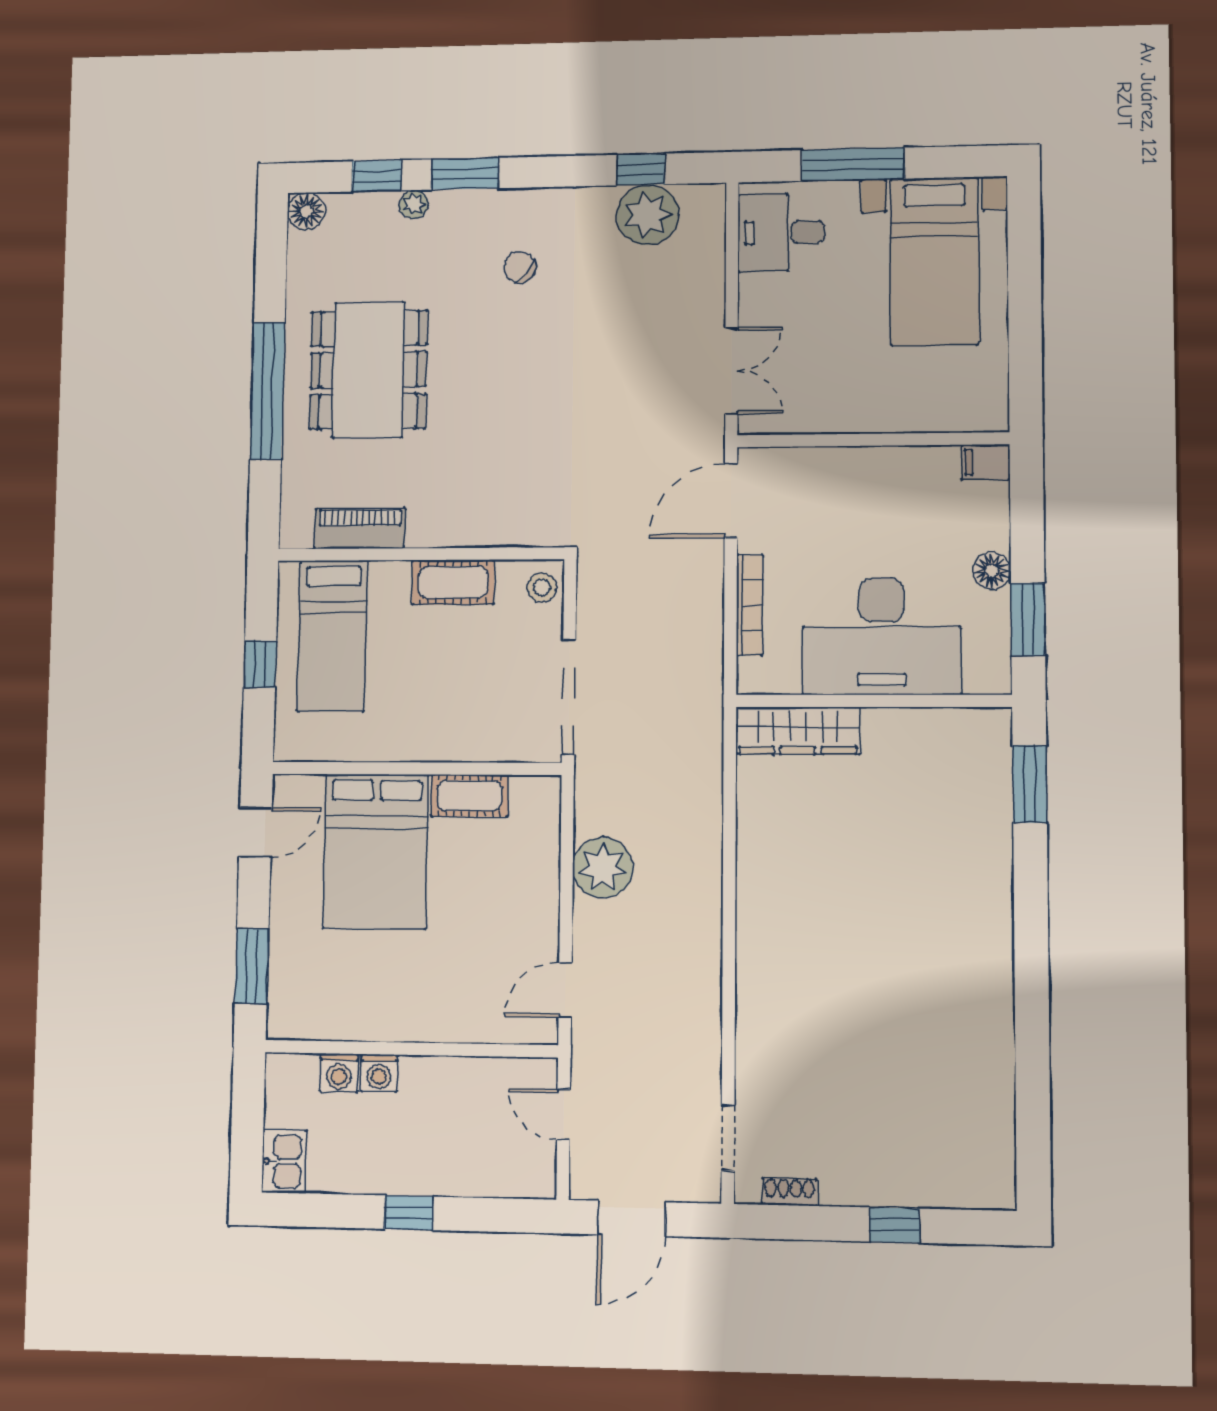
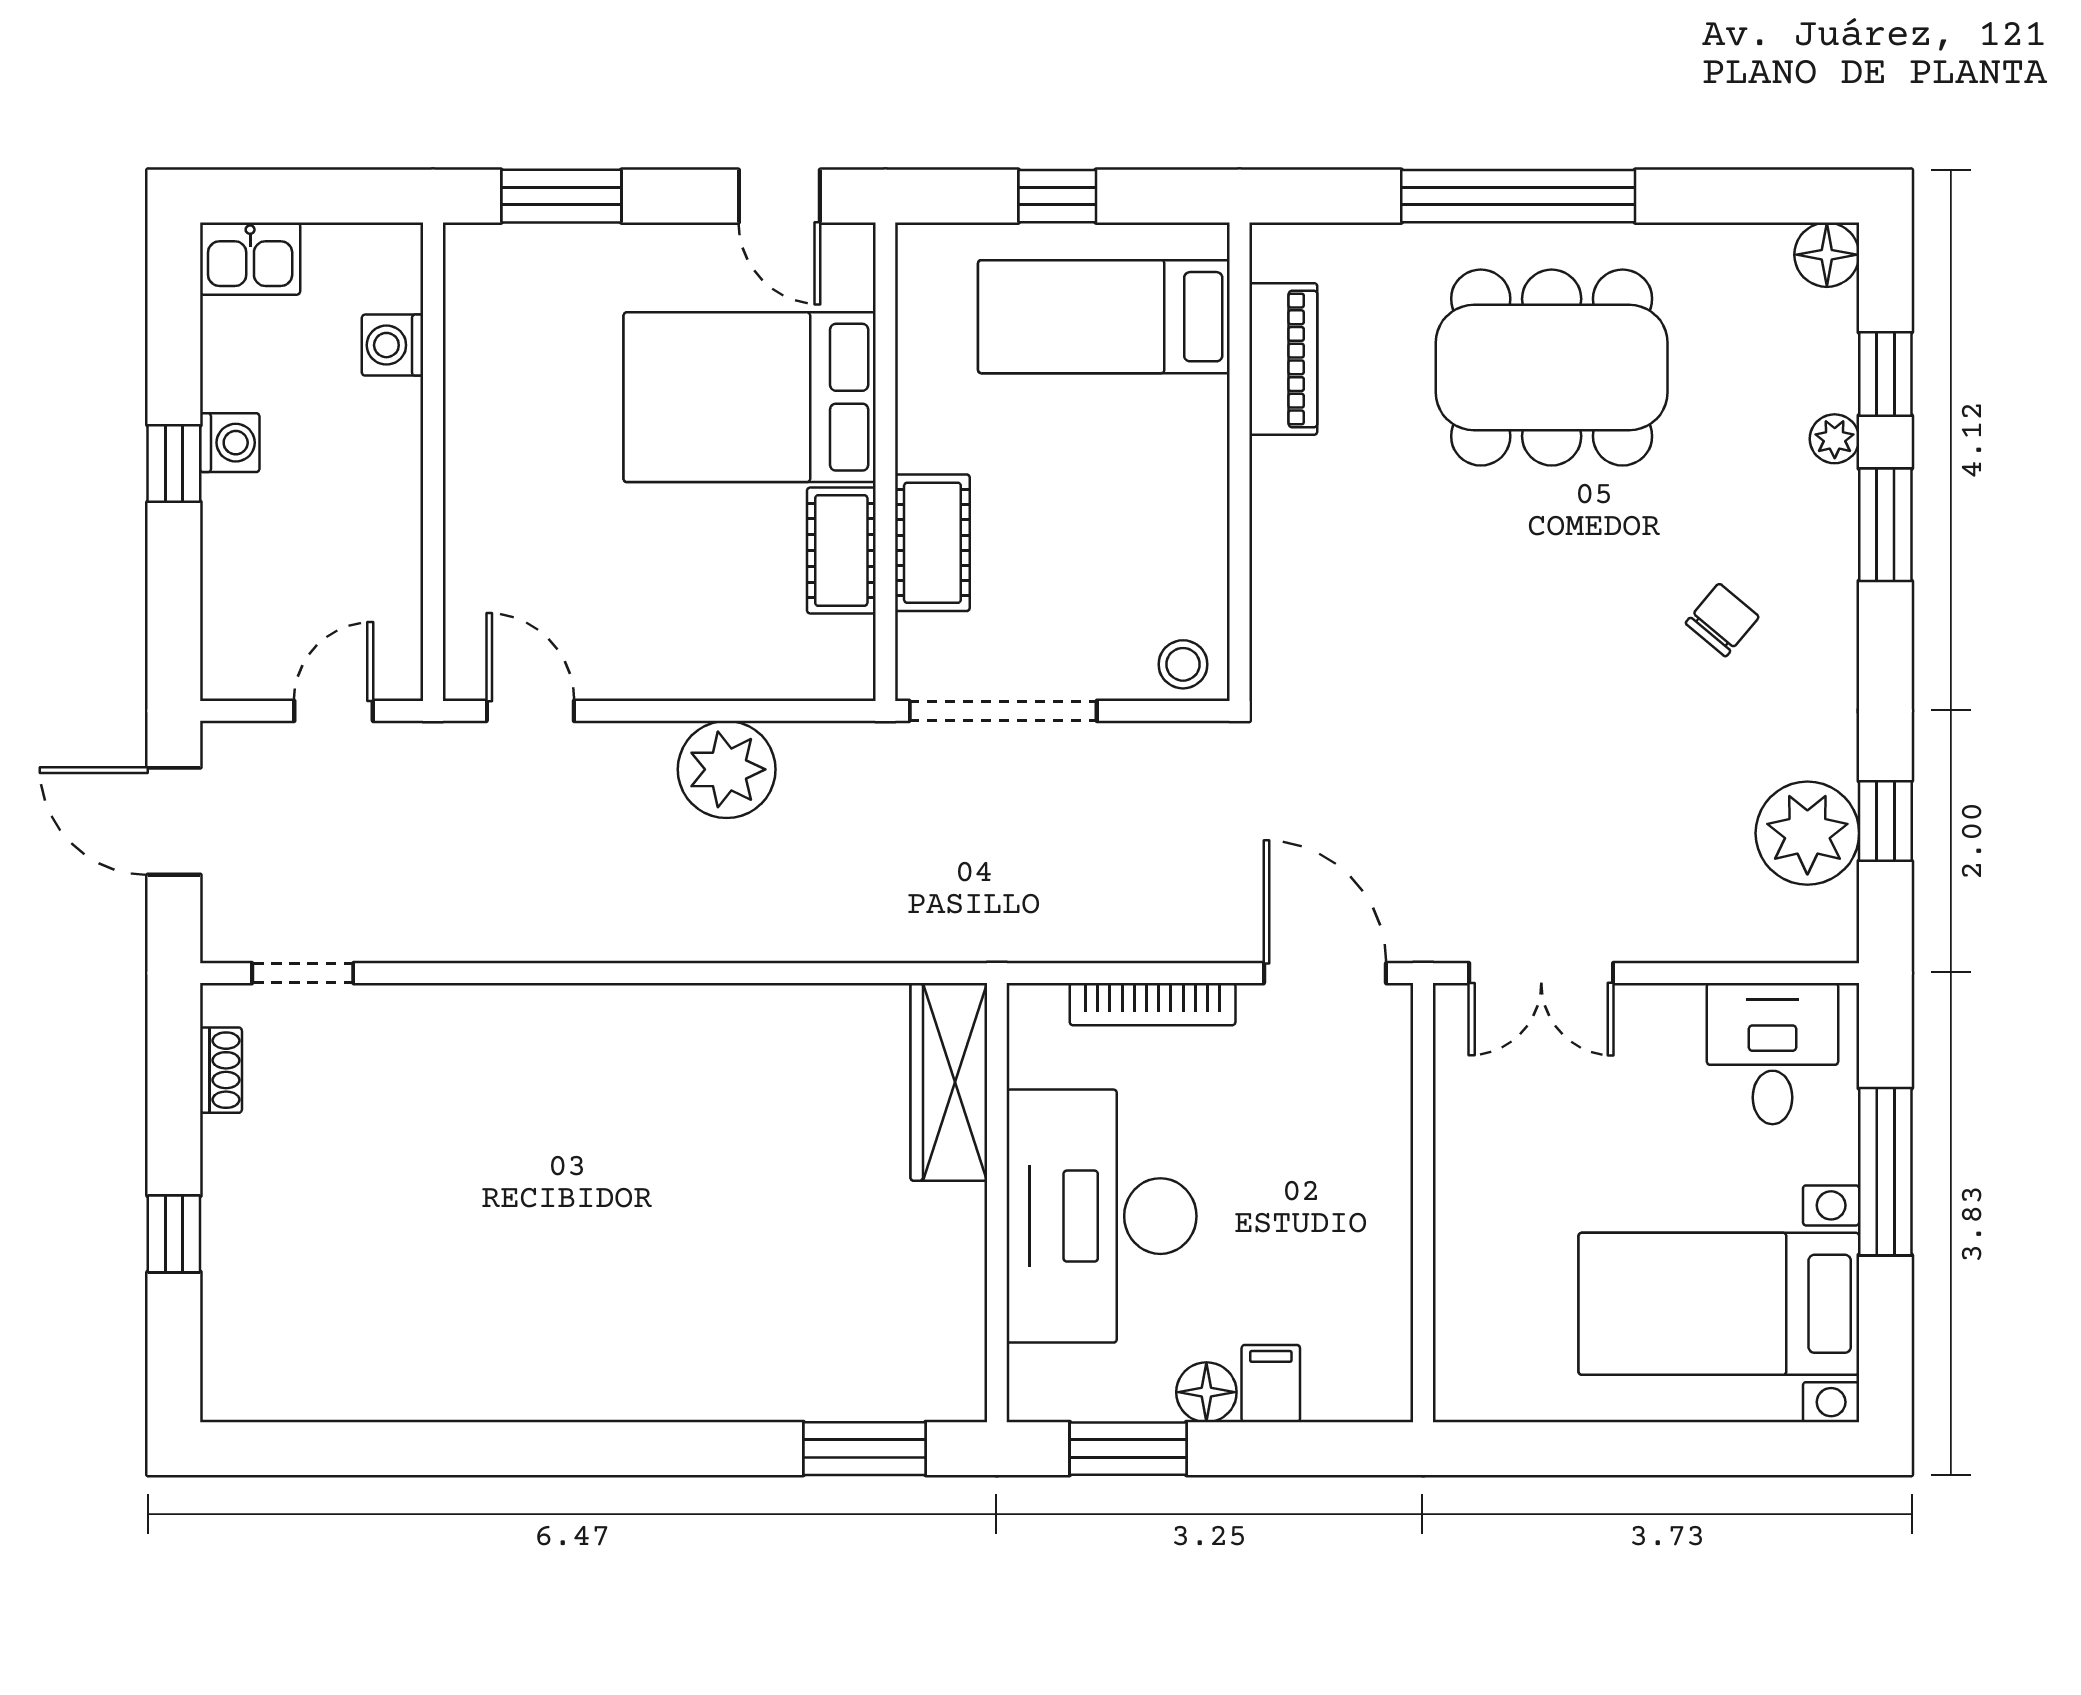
filing cabinet: (986, 462) -> (1271, 1384), moved
cot: (453, 582) -> (932, 543), moved
washing machine: (379, 1073) -> (230, 443), moved, turned 180

